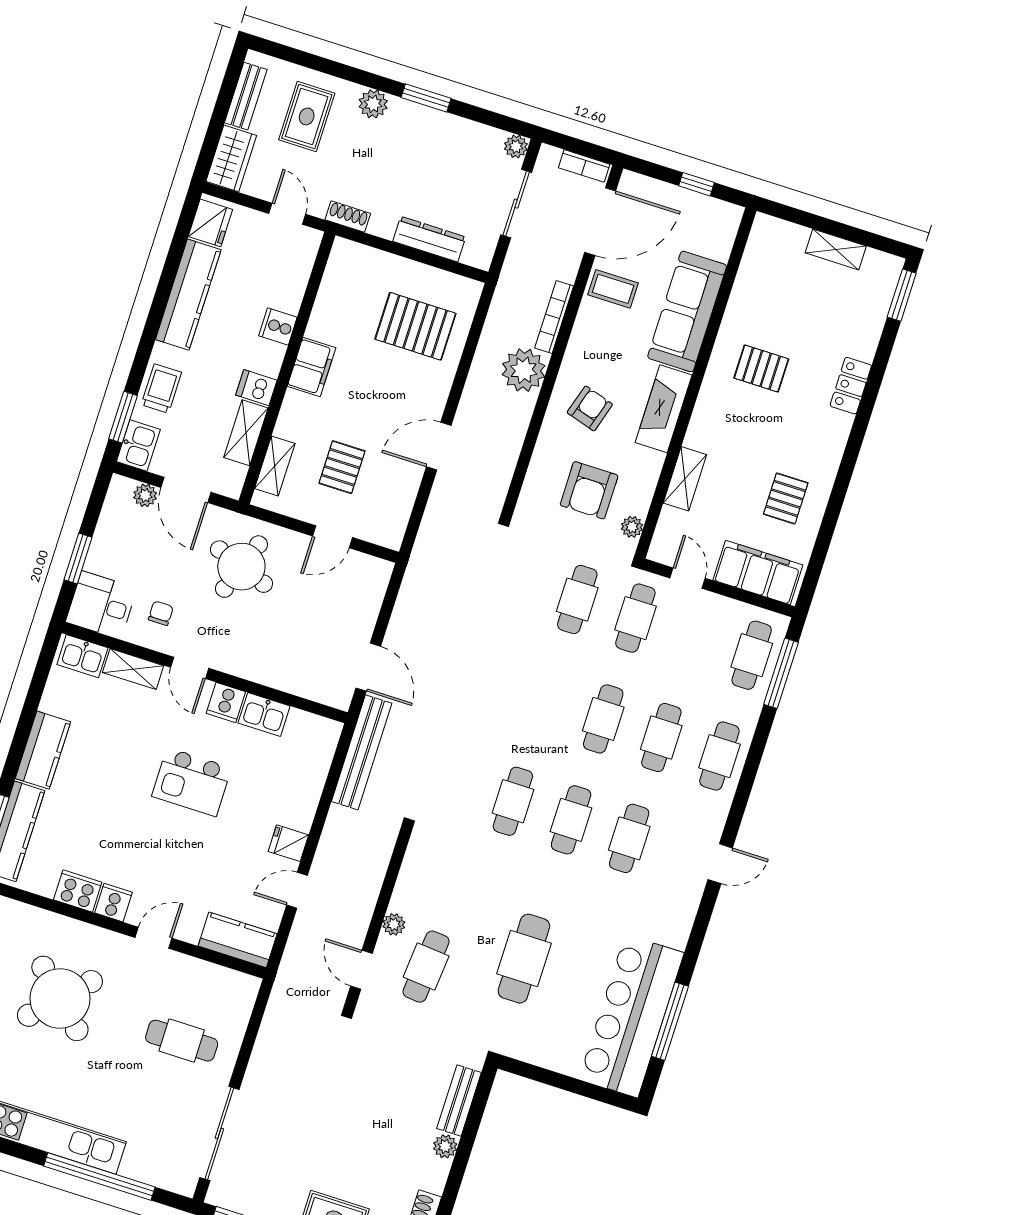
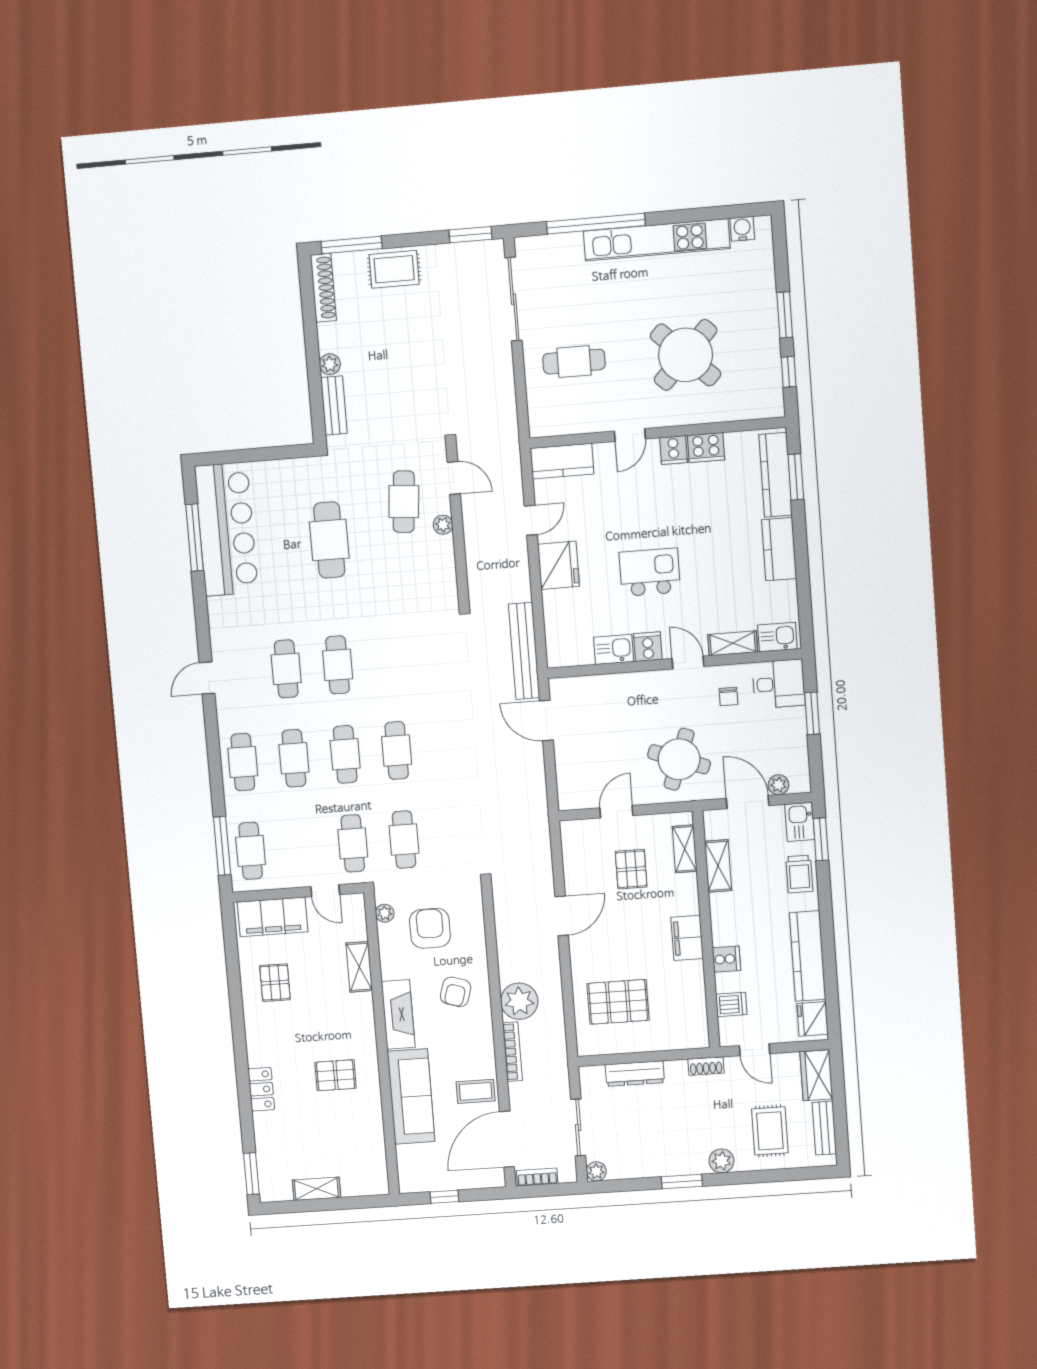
dishwasher: (256, 388) -> (731, 1004), moved
cafe table: (513, 801) -> (397, 750), moved
fridge: (288, 843) -> (559, 565), width x1.88, depth x1.34

